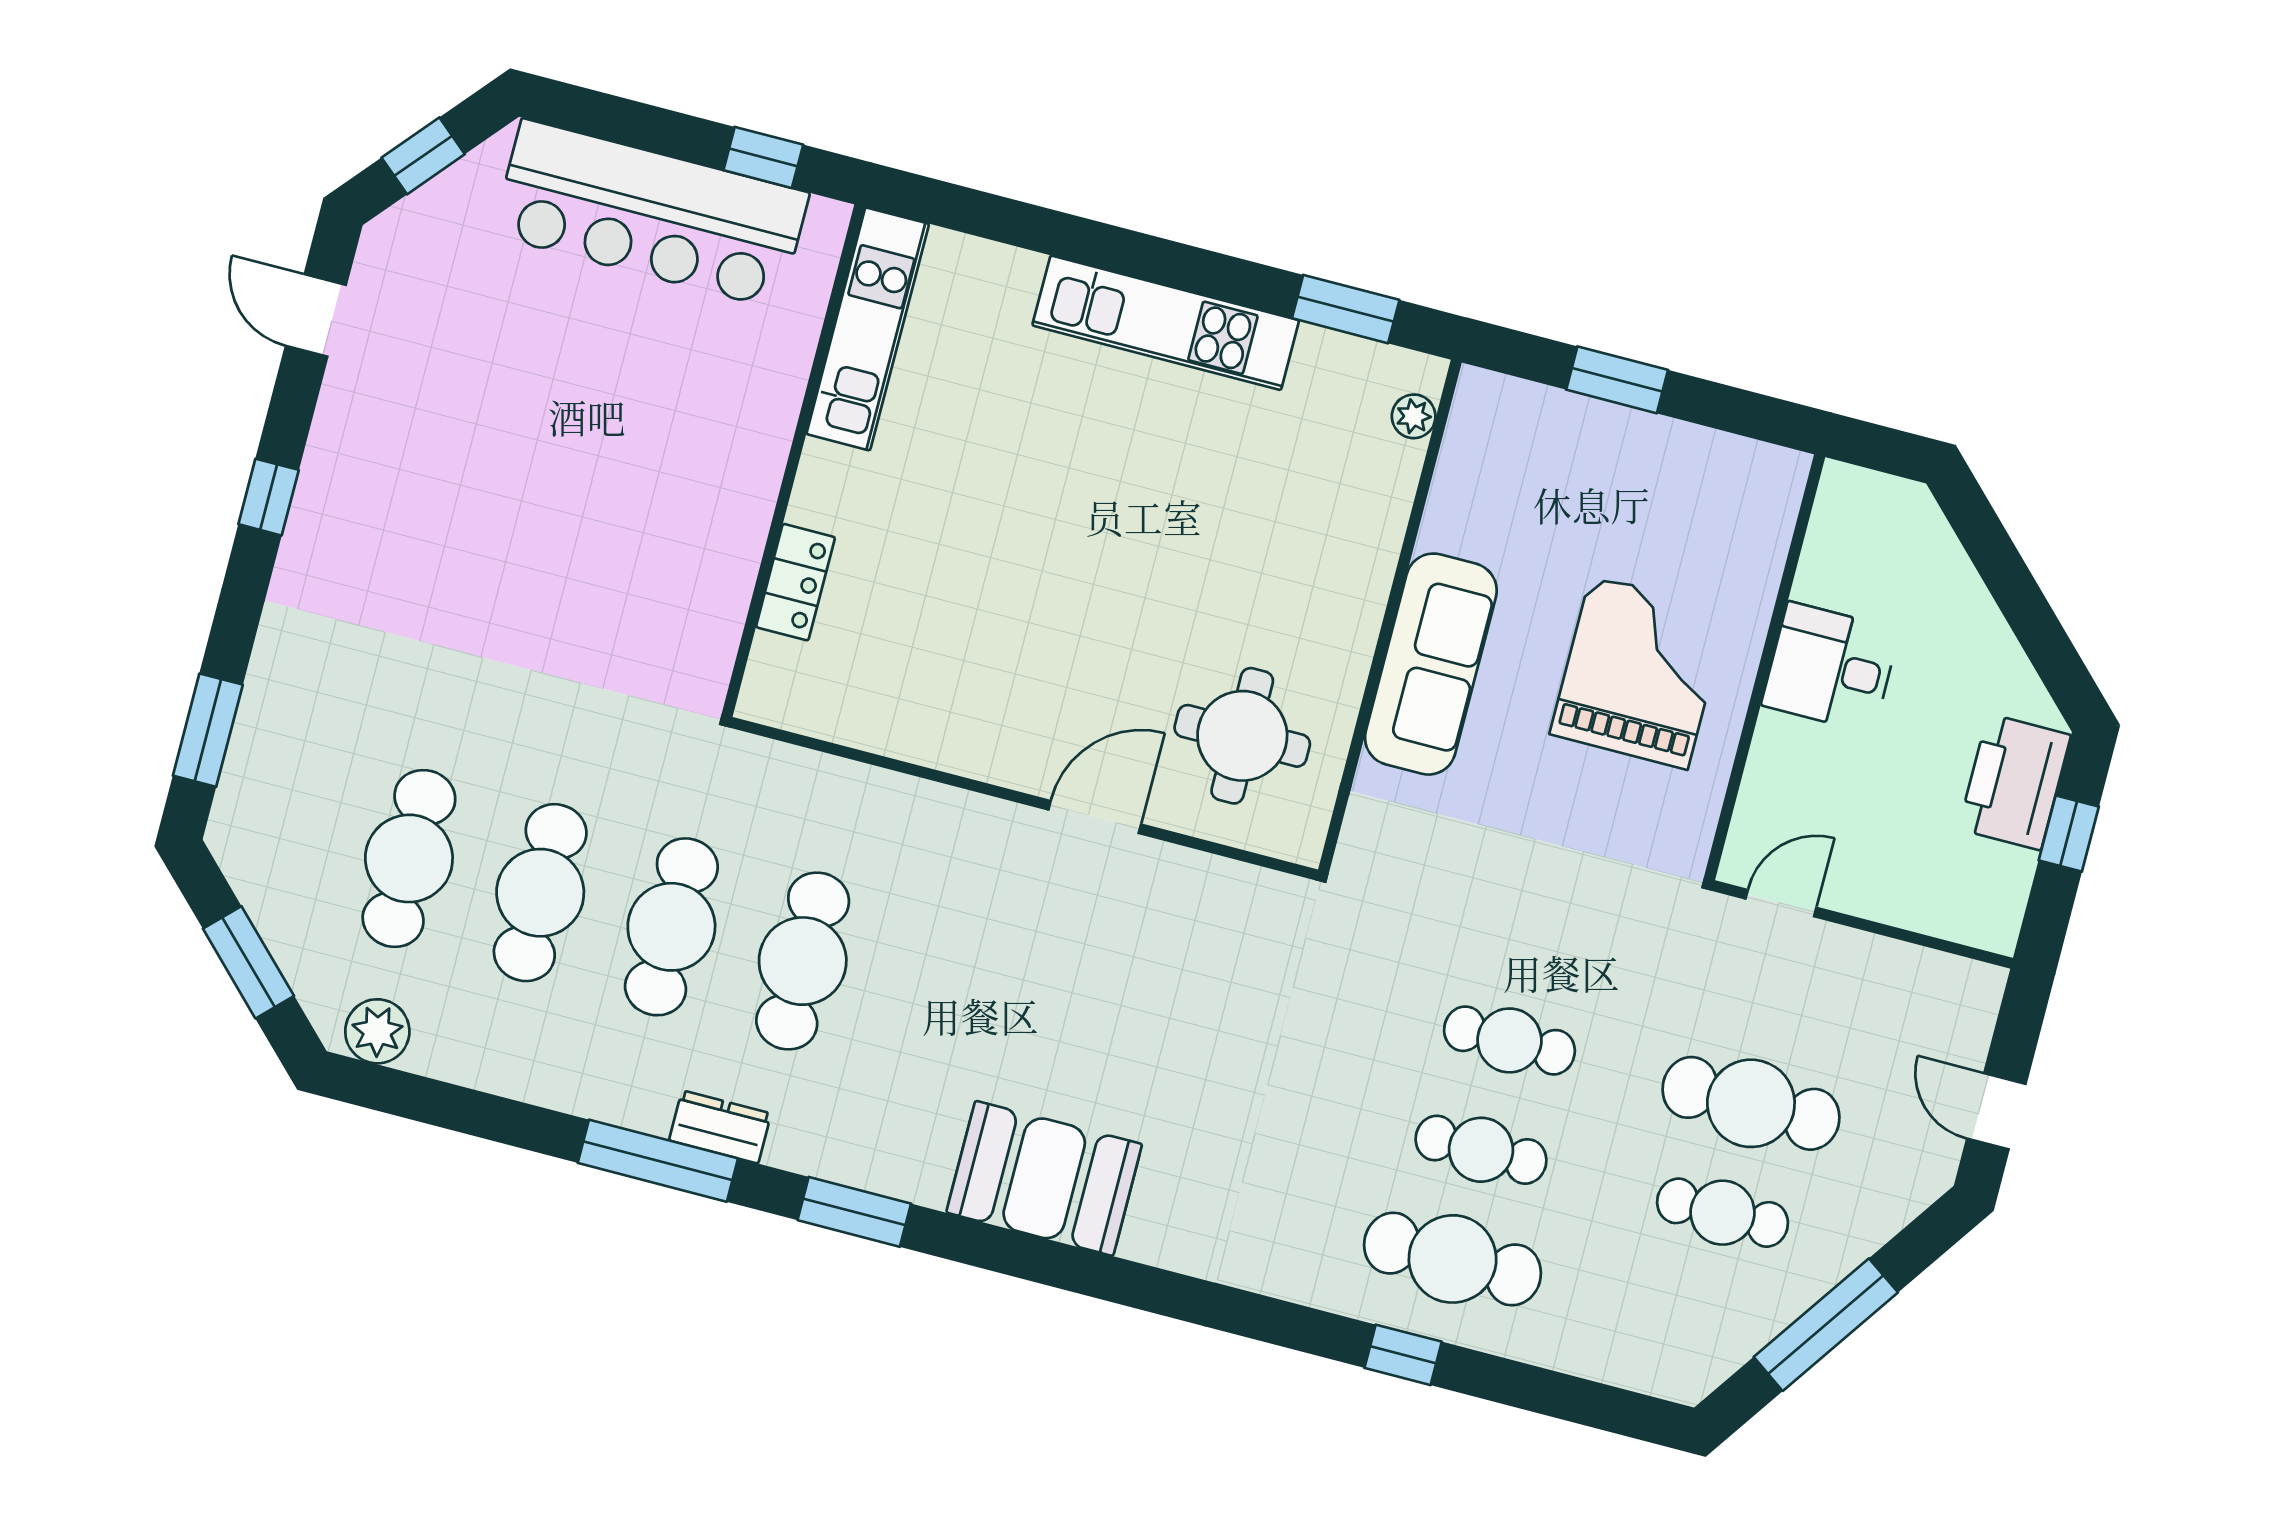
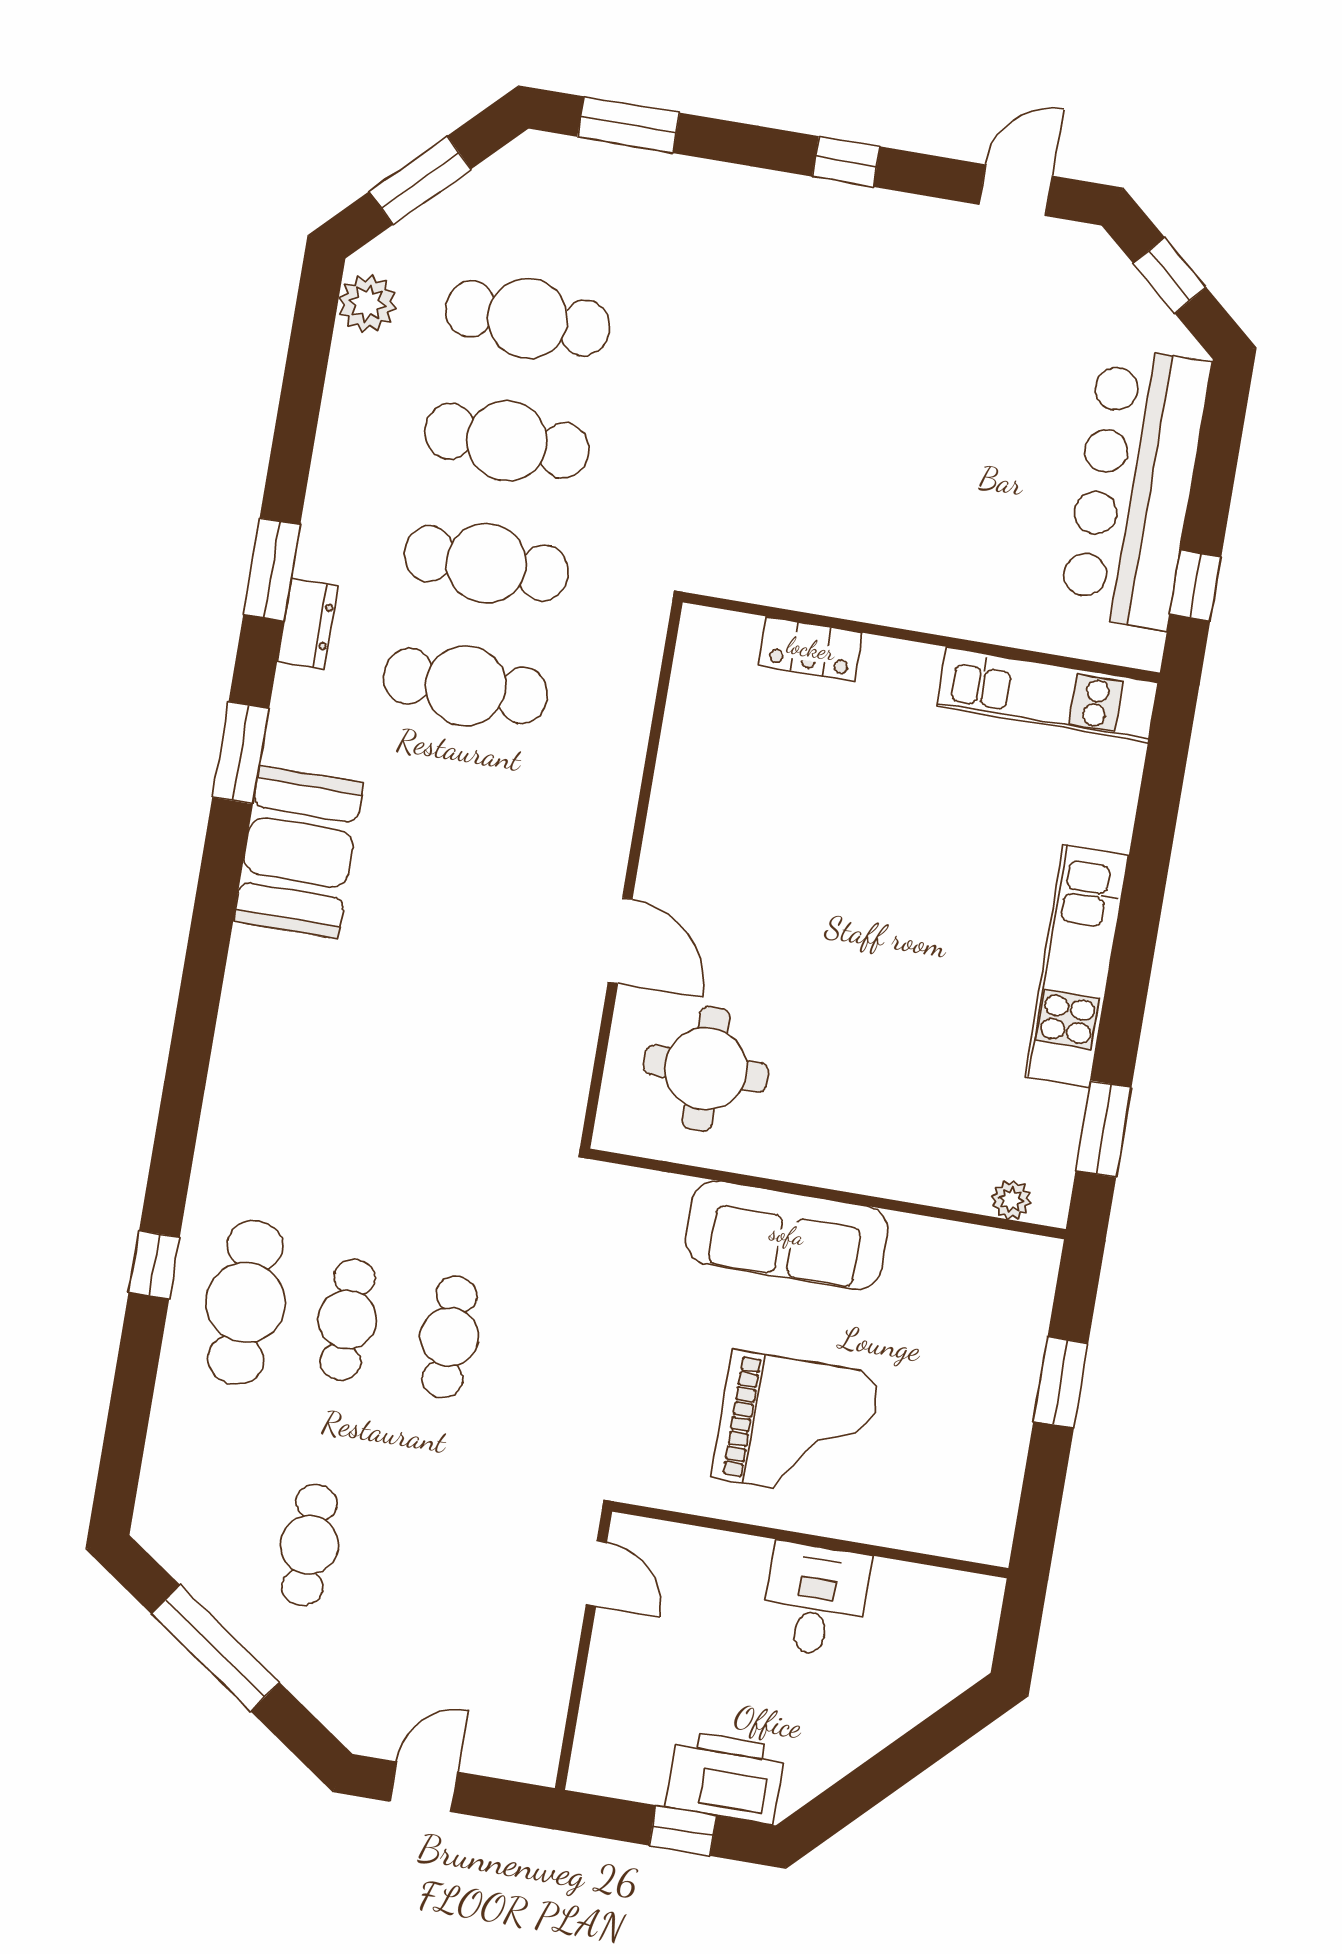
cafe table: (1751, 1103) -> (411, 1562), removed
window: (658, 1161) -> (272, 570), width x0.69
booth: (1044, 1178) -> (299, 852), moved

